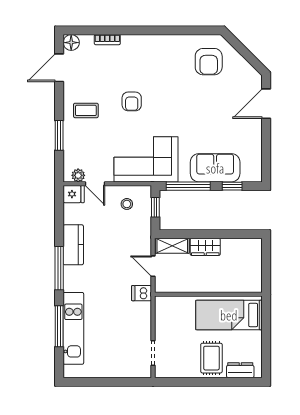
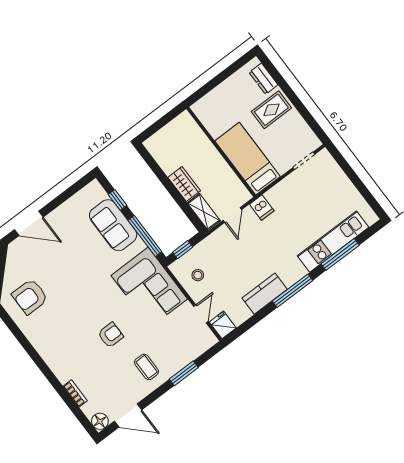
armchair: (209, 62) -> (30, 297), turned 180
plant: (78, 175) -> (205, 333), removed
bed: (229, 315) -> (248, 159), moved, turned 180

